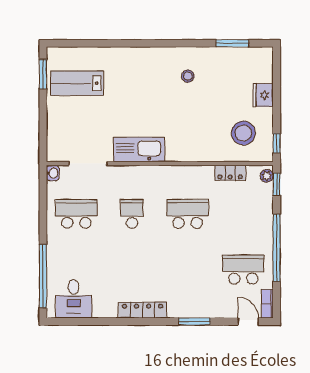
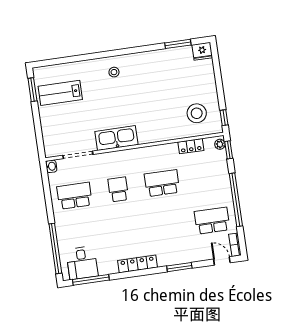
stool: (188, 76) -> (114, 72), moved
fridge: (263, 95) -> (202, 51), moved, turned -90
window: (82, 322) -> (91, 280), added

